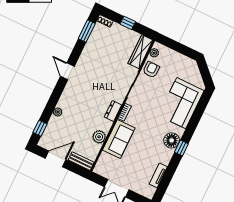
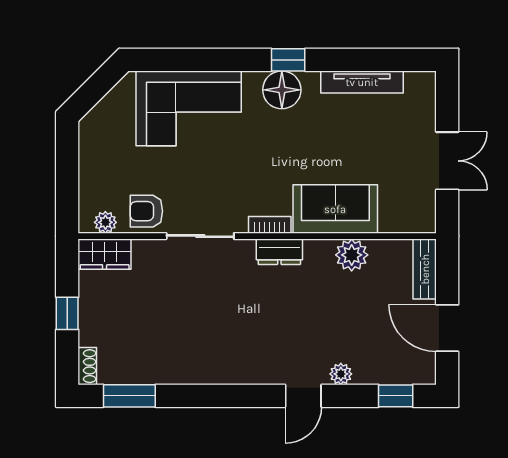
wardrobe: (140, 52) -> (105, 254), width x0.67
door: (67, 71) -> (303, 396), moved
tv unit: (158, 175) -> (362, 82), width x1.41

